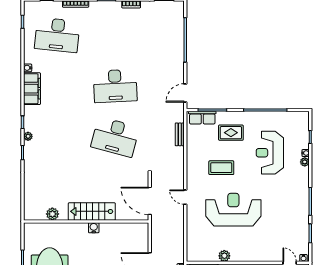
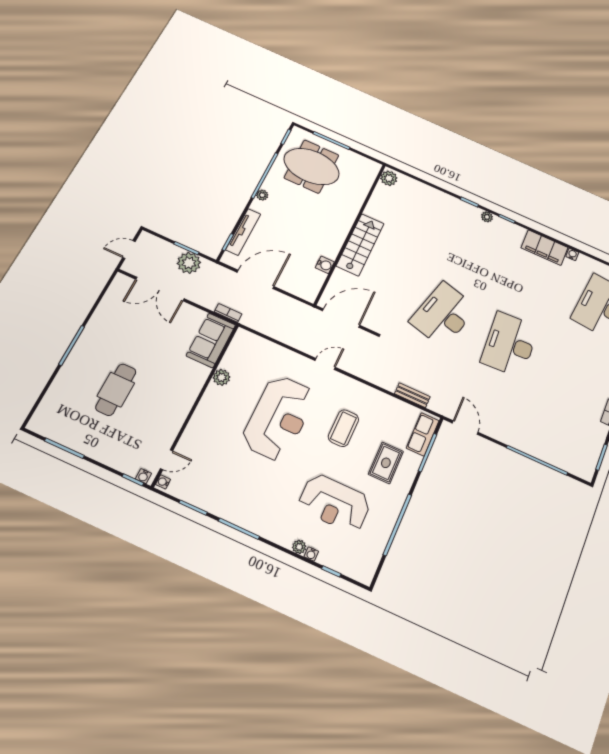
reception desk: (270, 153) -> (334, 503), turned 180
plant: (52, 214) -> (389, 178), moved
water cooler: (94, 228) -> (325, 265), moved

